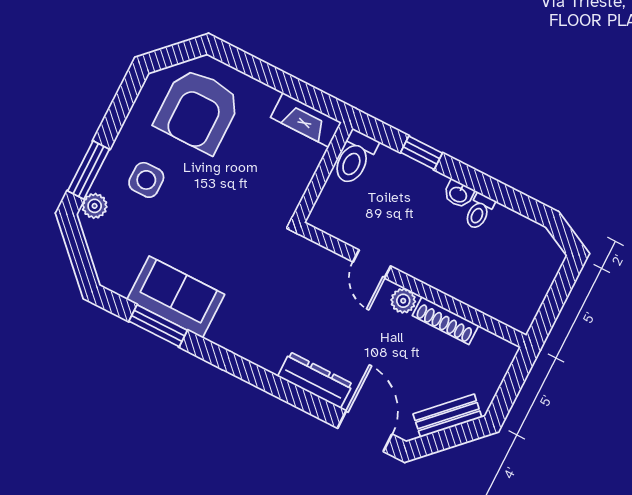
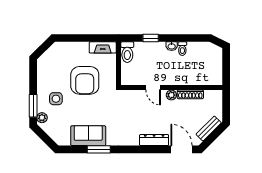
armchair: (198, 111) -> (85, 80), moved
window: (158, 326) -> (99, 149), moved

